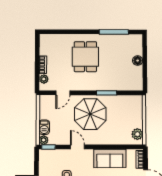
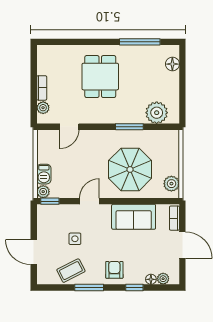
floor lamp: (138, 61) -> (172, 64), moved
plant: (126, 83) -> (157, 113), added
parasol: (90, 114) -> (130, 169), moved
door: (77, 147) -> (89, 201), hinge flipped

